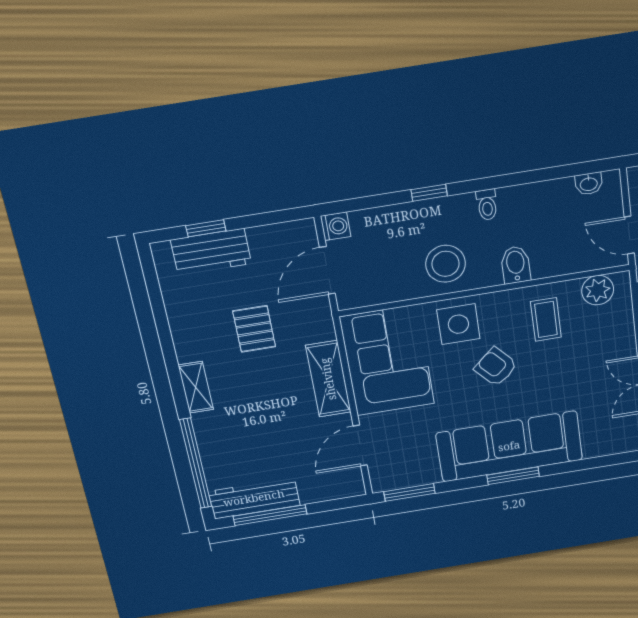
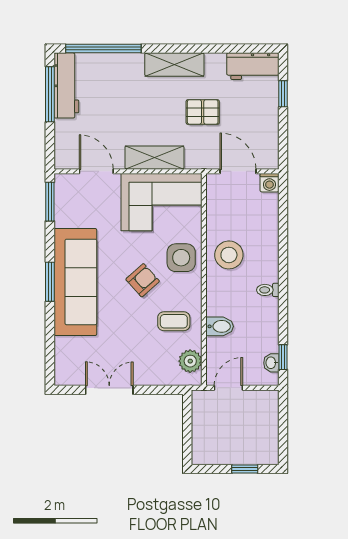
window: (429, 193) -> (283, 357), moved
workbench: (211, 252) -> (253, 66), moved, turned -90
bidet: (516, 265) -> (220, 326), moved
shelving: (196, 387) -> (174, 65), width x1.50, depth x1.33

